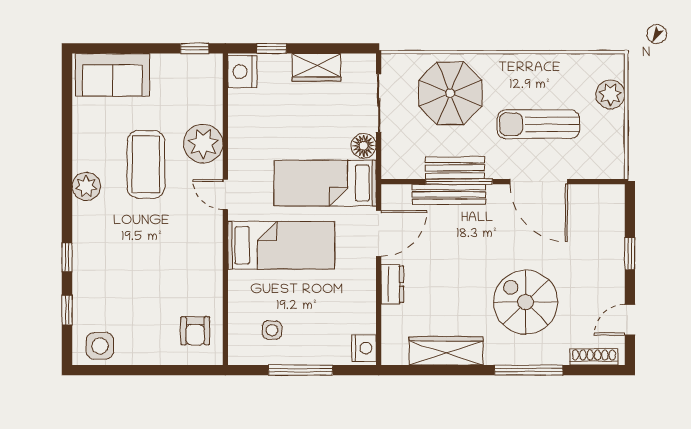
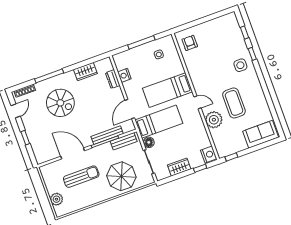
bench: (455, 168) -> (124, 141), moved
plant: (86, 186) -> (255, 85), removed
dresser: (392, 284) -> (113, 79), moved
side table: (100, 346) -> (240, 65), moved
nightstand: (364, 348) -> (124, 75), moved
wardrobe: (446, 351) -> (85, 72), width x0.67

